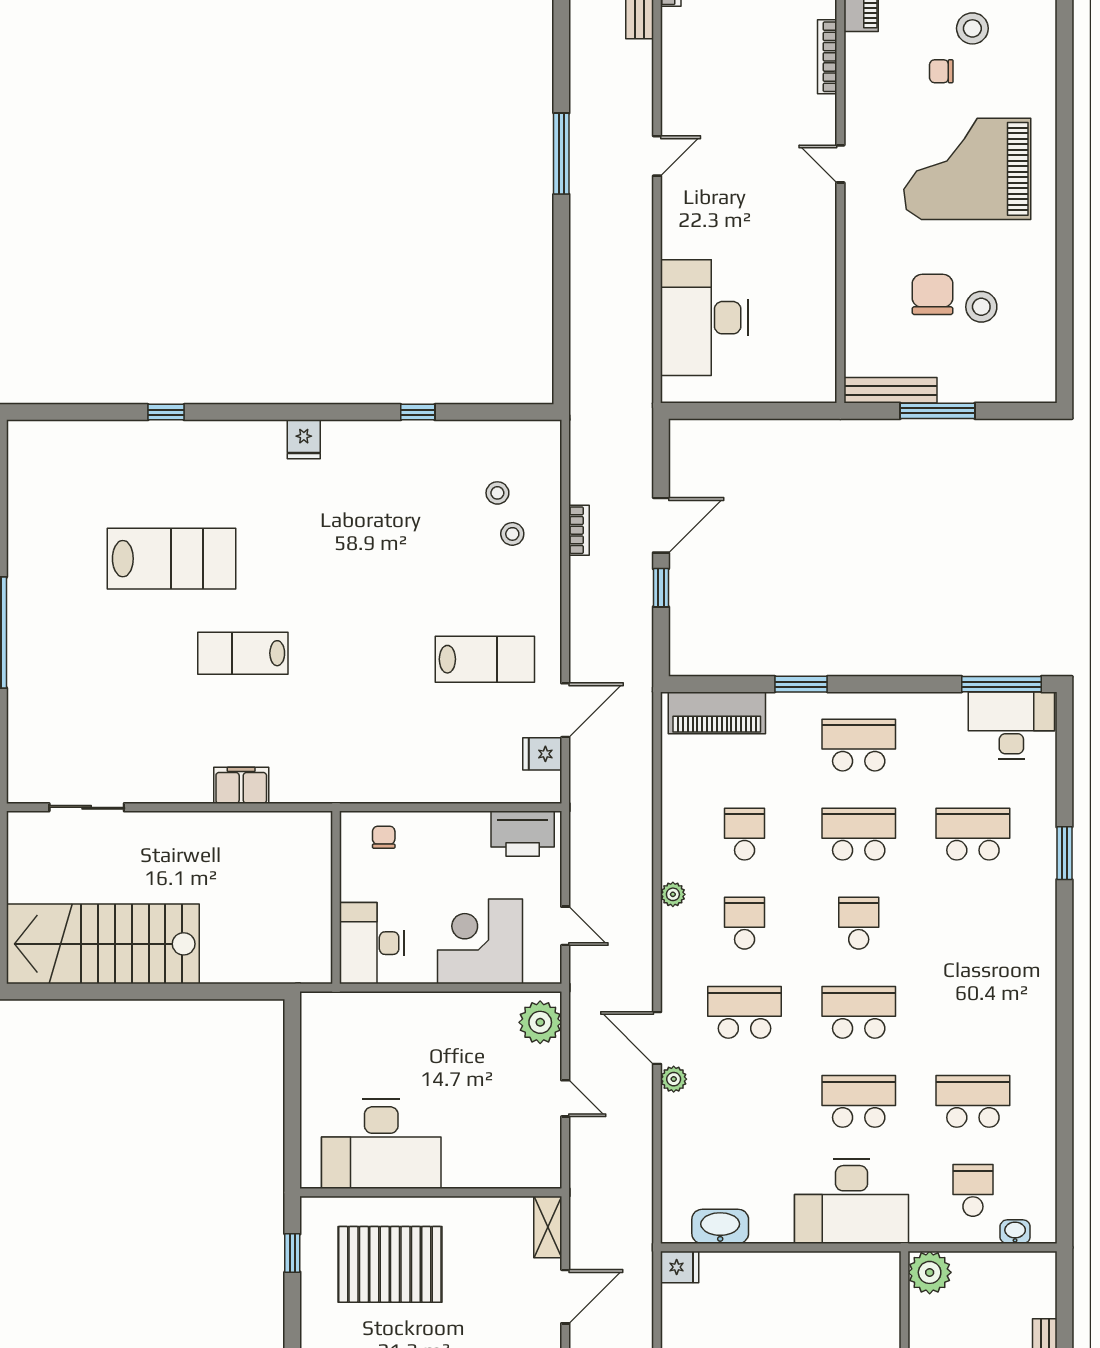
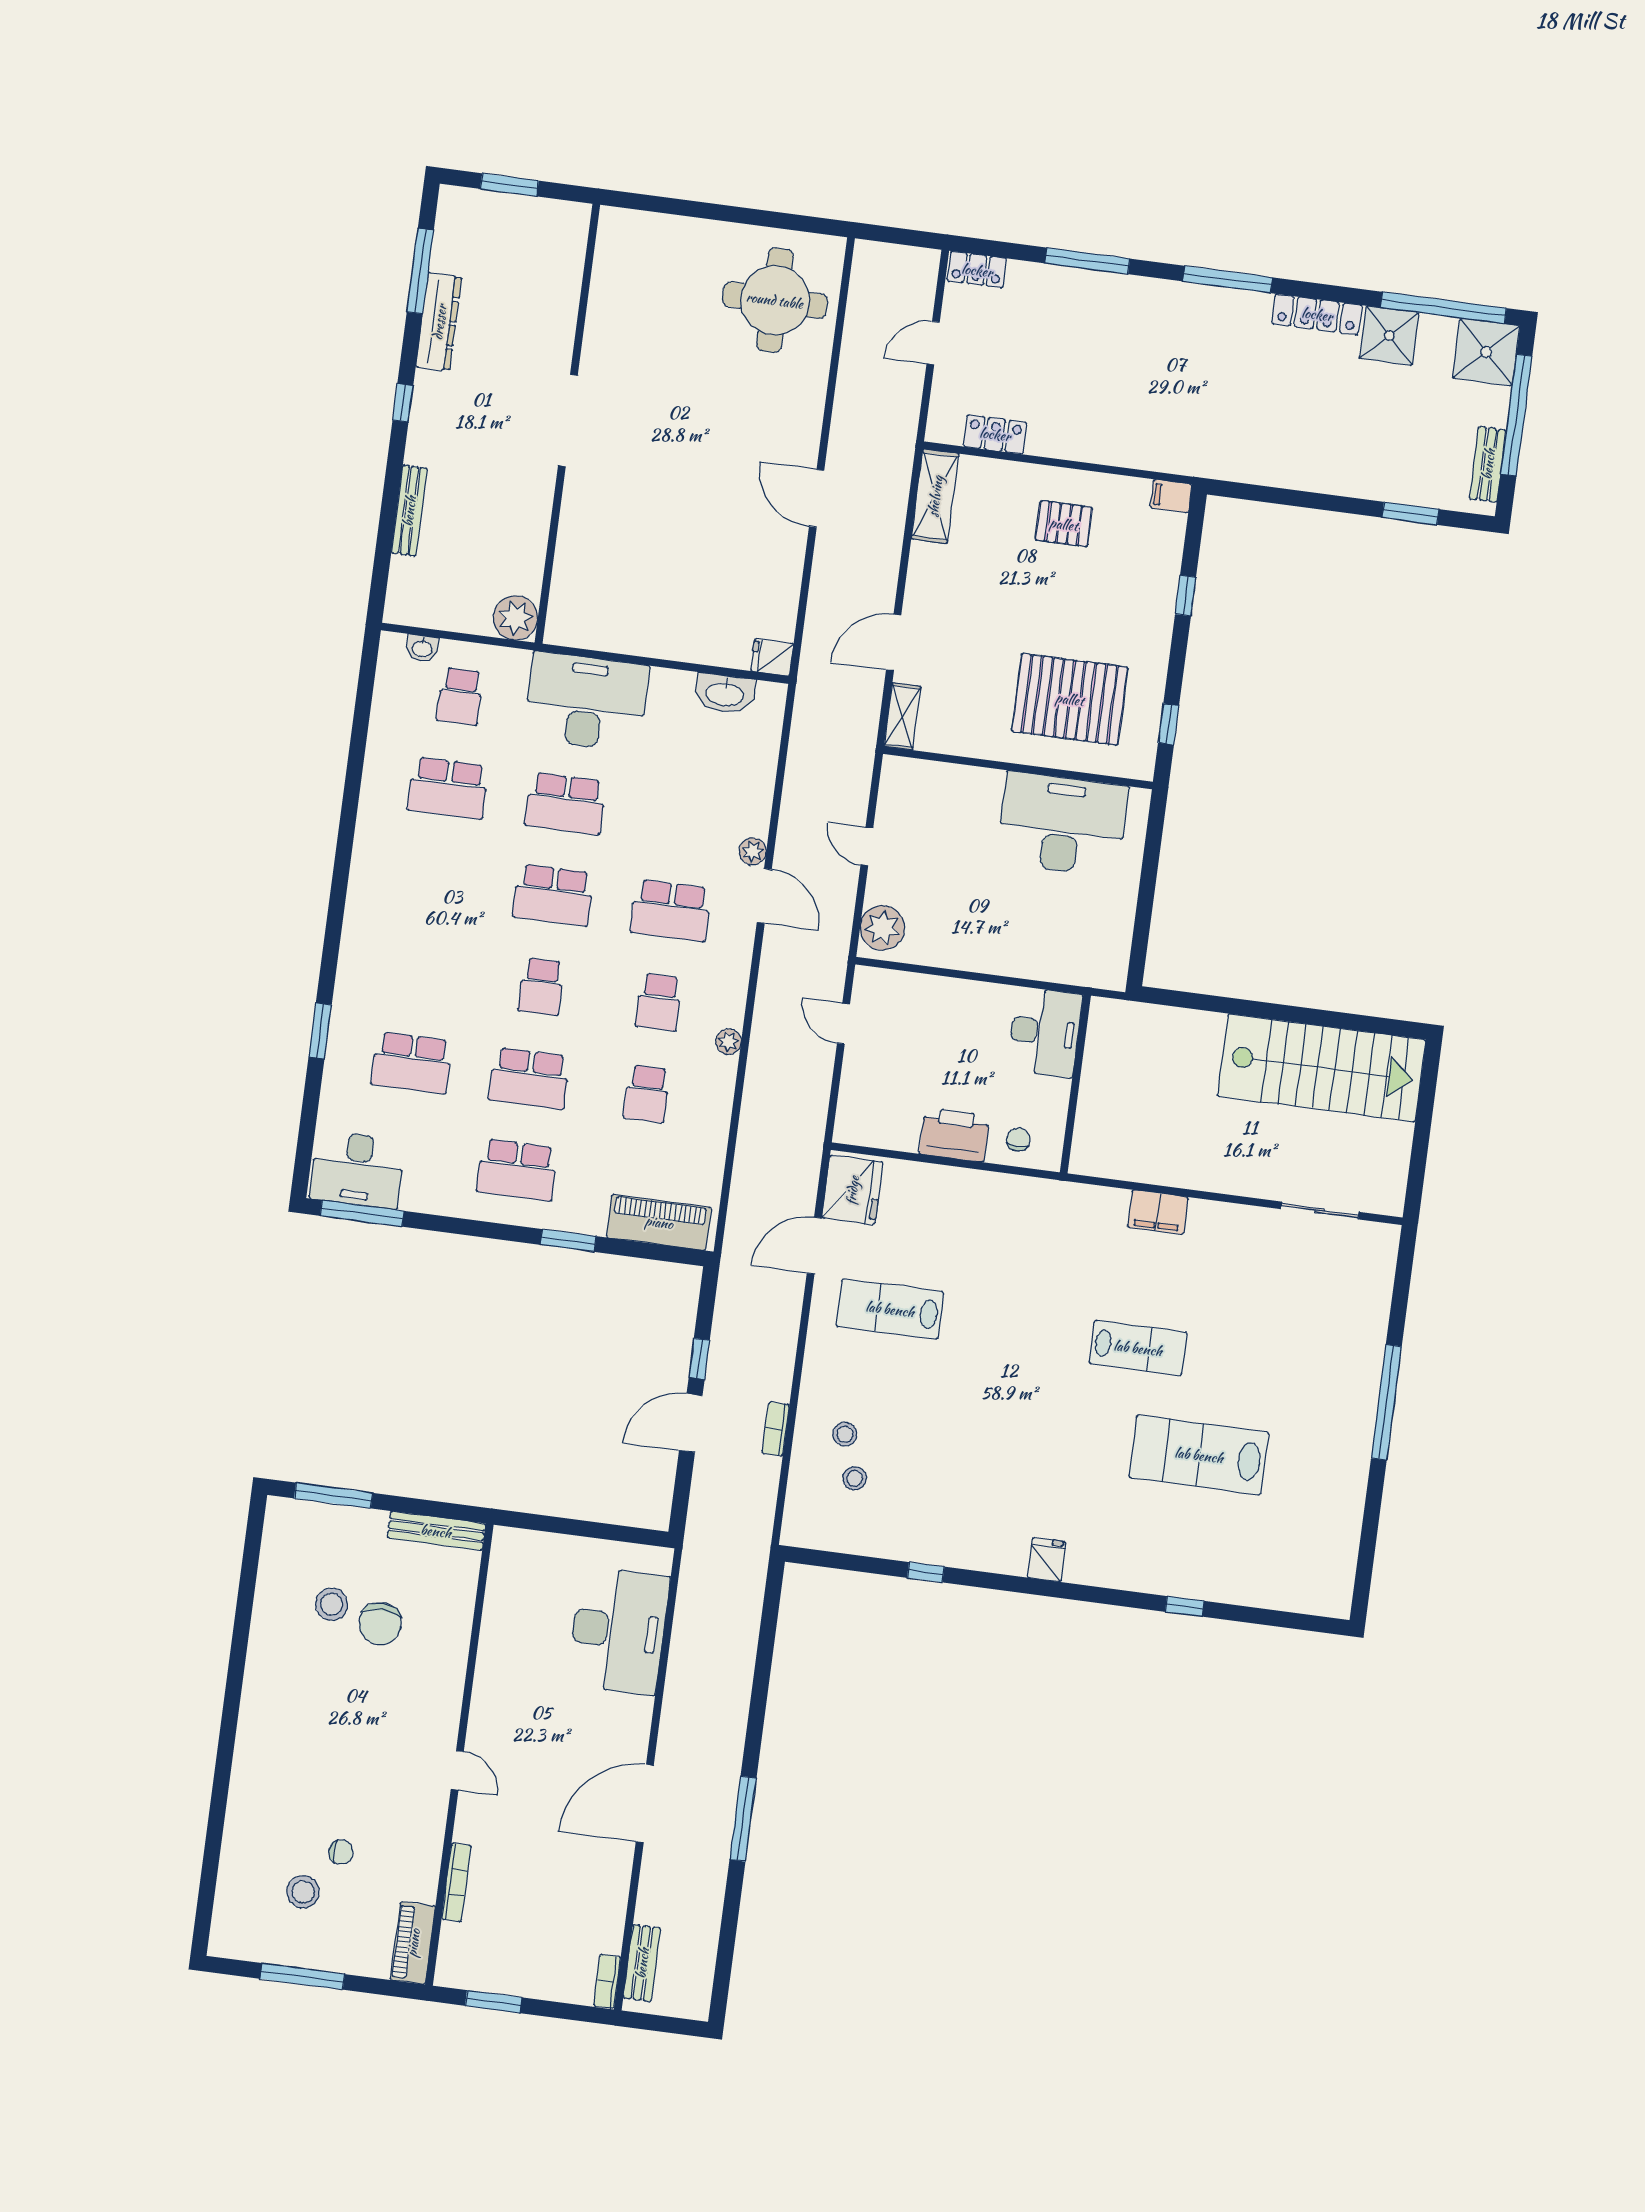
door: (657, 156) -> (645, 1803), width x1.87
grand piano: (967, 169) -> (327, 1748), removed
window: (938, 411) -> (333, 1496), moved
fridge: (542, 754) -> (852, 1190), width x1.88, depth x1.34
printer: (523, 834) -> (954, 1135), moved
chair: (384, 837) -> (1018, 1139), turned 180
corner desk: (480, 941) -> (933, 1019), removed

